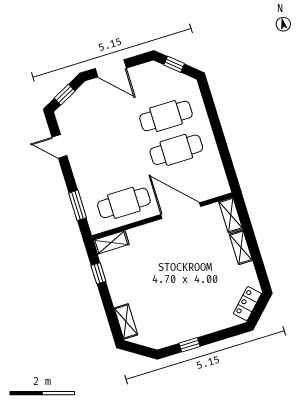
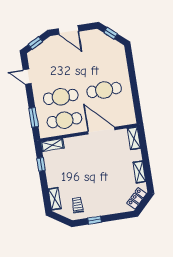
cafe table: (166, 116) -> (61, 97), moved
shelving: (241, 247) -> (139, 172), moved
trolley: (161, 326) -> (78, 205), added

